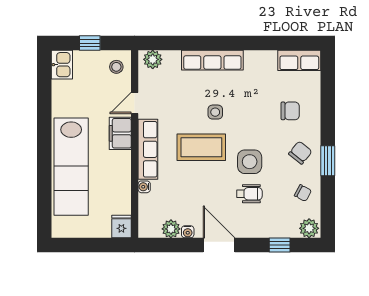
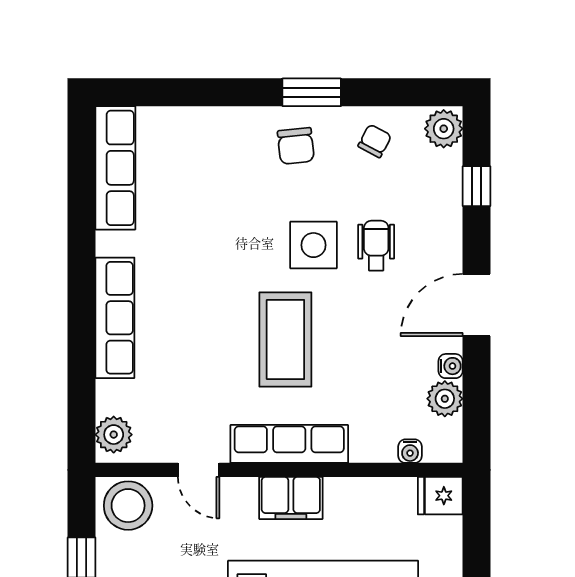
row of seats: (299, 60) -> (115, 168), width x1.48
stool: (116, 67) -> (128, 506), width x1.89, depth x1.89
chair: (290, 111) -> (214, 166), removed
side table: (215, 112) -> (217, 312), removed
filing cabinet: (120, 133) -> (291, 498), moved
chair: (300, 153) -> (296, 146), turned -135
water cooler: (144, 187) -> (410, 451), moved

